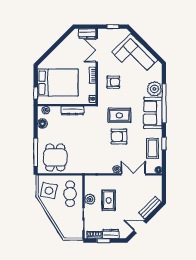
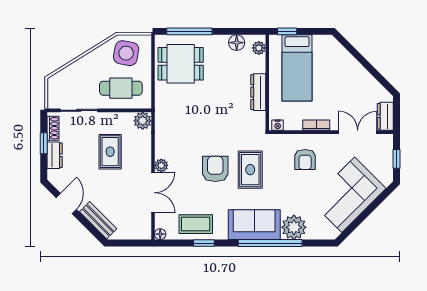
bed: (58, 82) -> (297, 68), width x0.67
plant: (90, 199) -> (143, 121), moved
rug: (109, 200) -> (110, 152), turned 90

